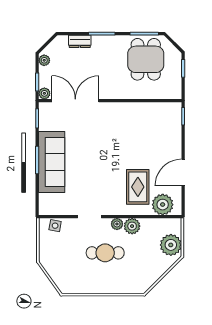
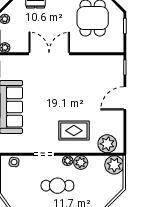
double door: (75, 101) -> (49, 54), moved
door: (183, 173) -> (125, 98), moved
rug: (138, 187) -> (74, 131), moved, turned 90
plant: (171, 245) -> (114, 165), moved

